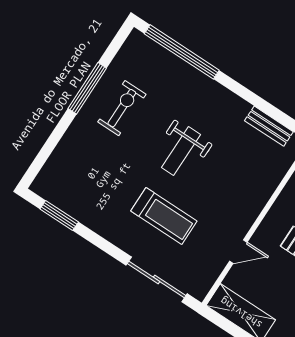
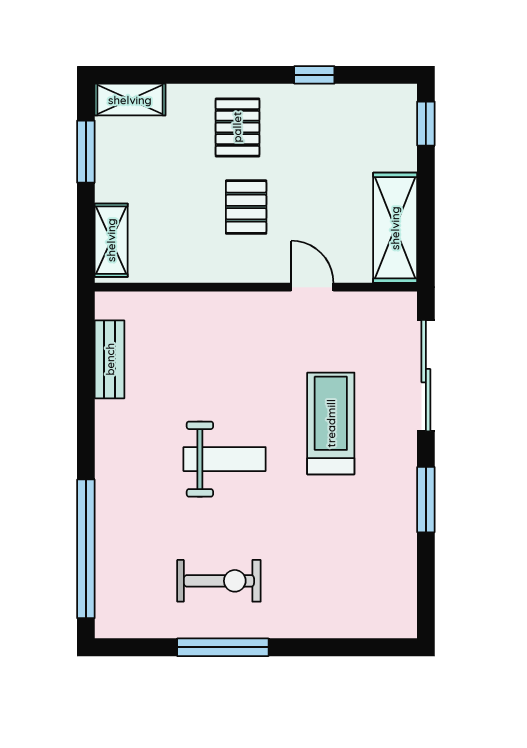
exercise bike: (122, 108) -> (219, 581), turned 180
window: (59, 216) -> (426, 500), moved

